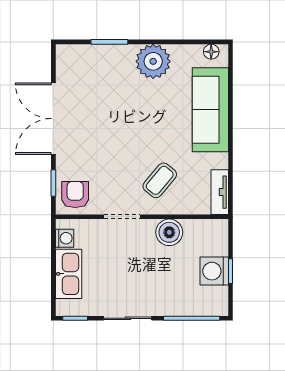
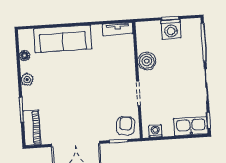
floor lamp: (211, 52) -> (25, 56), moved
piano: (82, 56) -> (32, 128), added
plant: (153, 61) -> (27, 80), width x0.53, depth x0.53
coffee table: (160, 180) -> (112, 70), removed
armchair: (75, 195) -> (126, 126), turned 98
kitchen sink: (69, 274) -> (191, 126), moved

